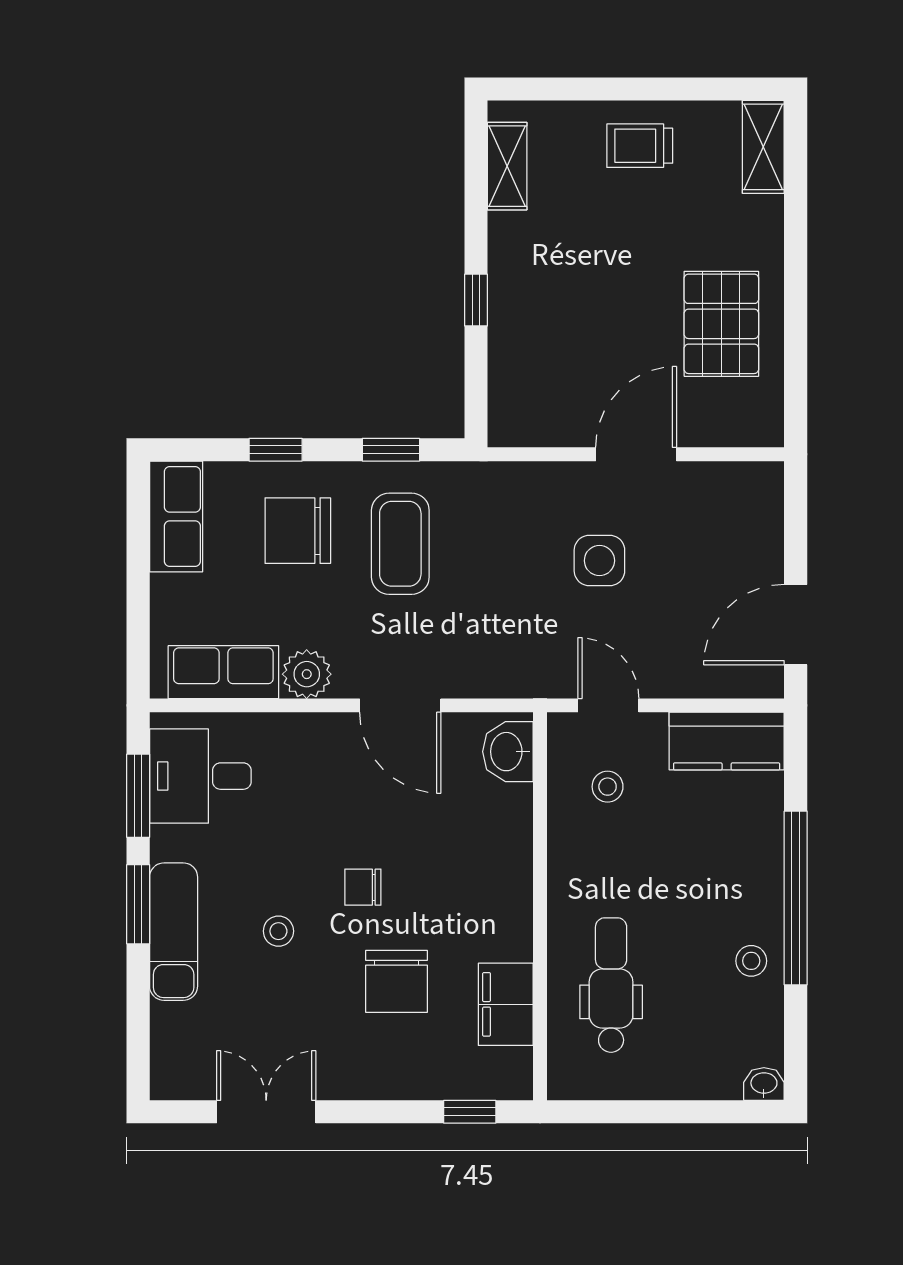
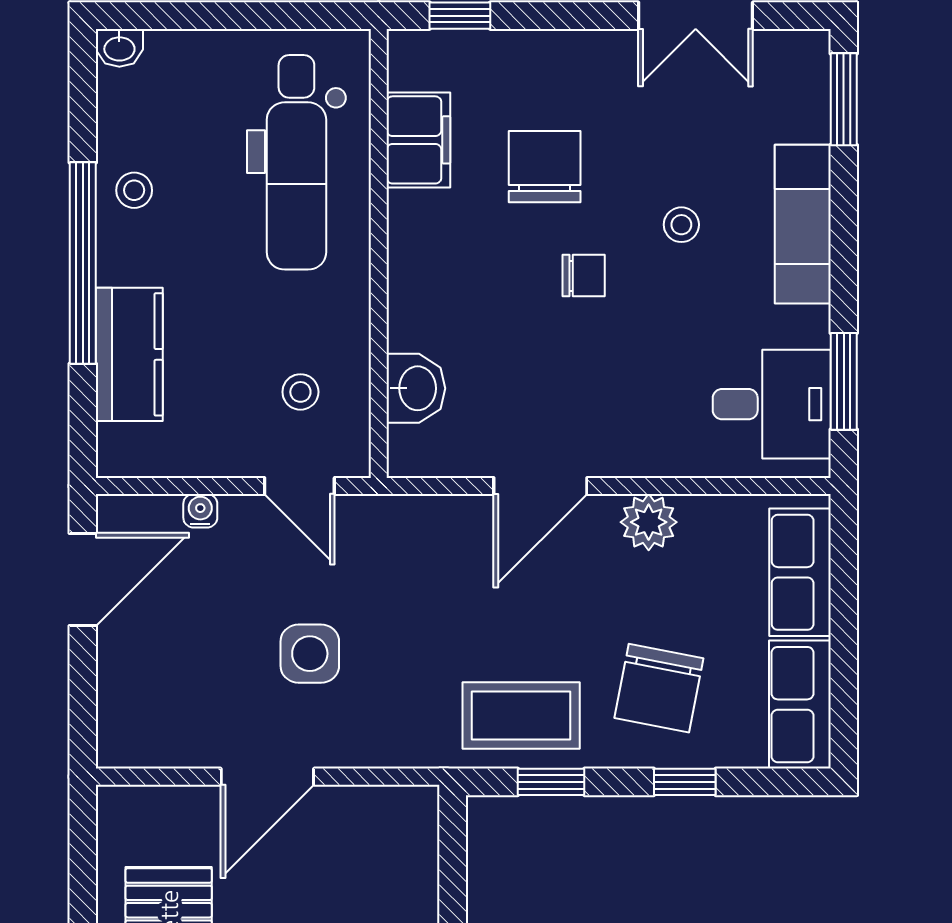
chair: (298, 531) -> (659, 688), turned 101
coffee table: (400, 544) -> (521, 716), moved, turned 90
row of seats: (223, 672) -> (800, 572), moved, turned 90
water cooler: (694, 684) -> (200, 511), added
door: (400, 705) -> (540, 486), swing flipped
kitchen counter: (727, 741) -> (129, 354), moved, turned 90
washbasin: (508, 752) -> (416, 388), moved
window: (138, 904) -> (844, 99), moved
dental chair: (611, 985) -> (296, 162), width x1.36, depth x1.38

